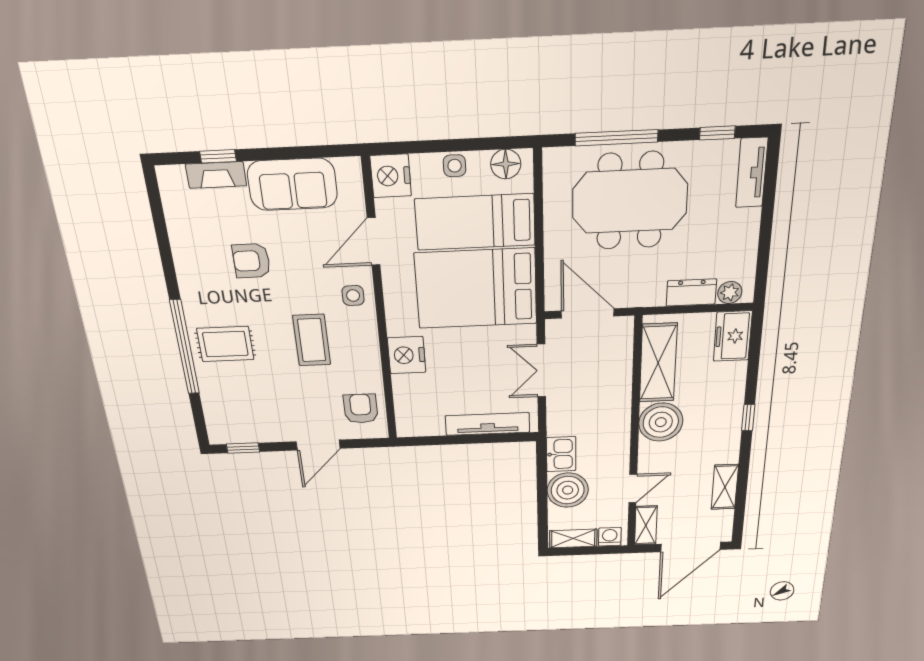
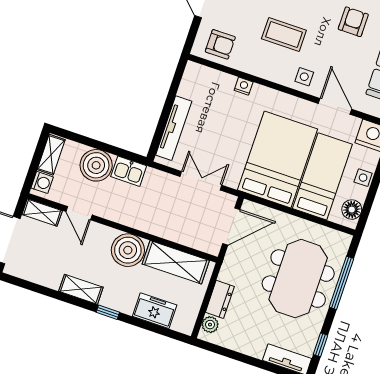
freezer: (733, 336) -> (155, 311), moved
nightstand: (407, 355) -> (244, 86), width x0.53, depth x0.56
shelving: (725, 487) -> (81, 289), moved

